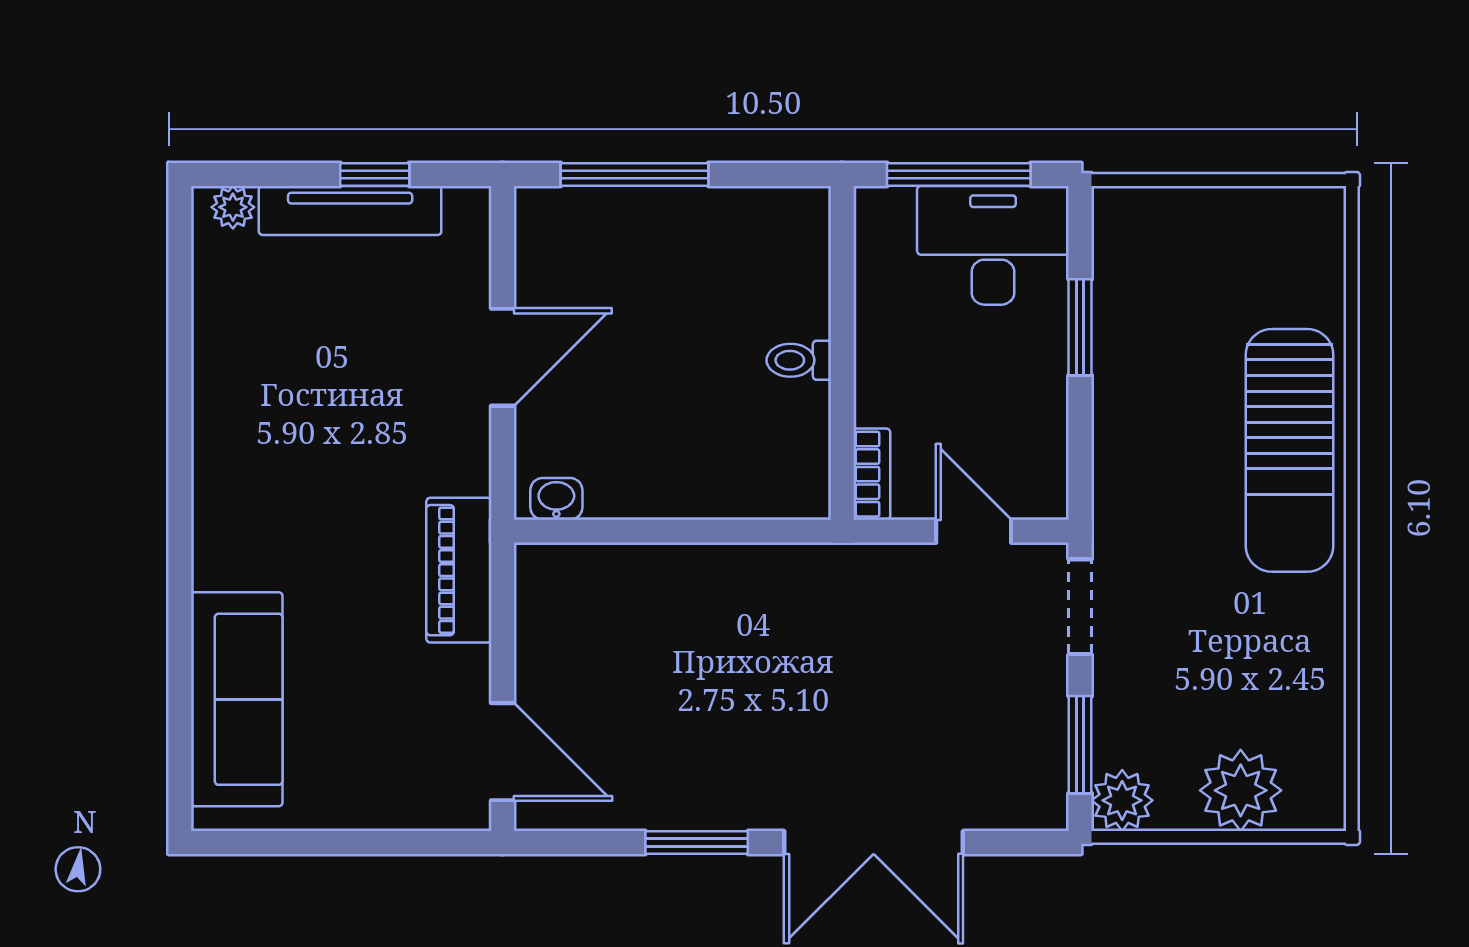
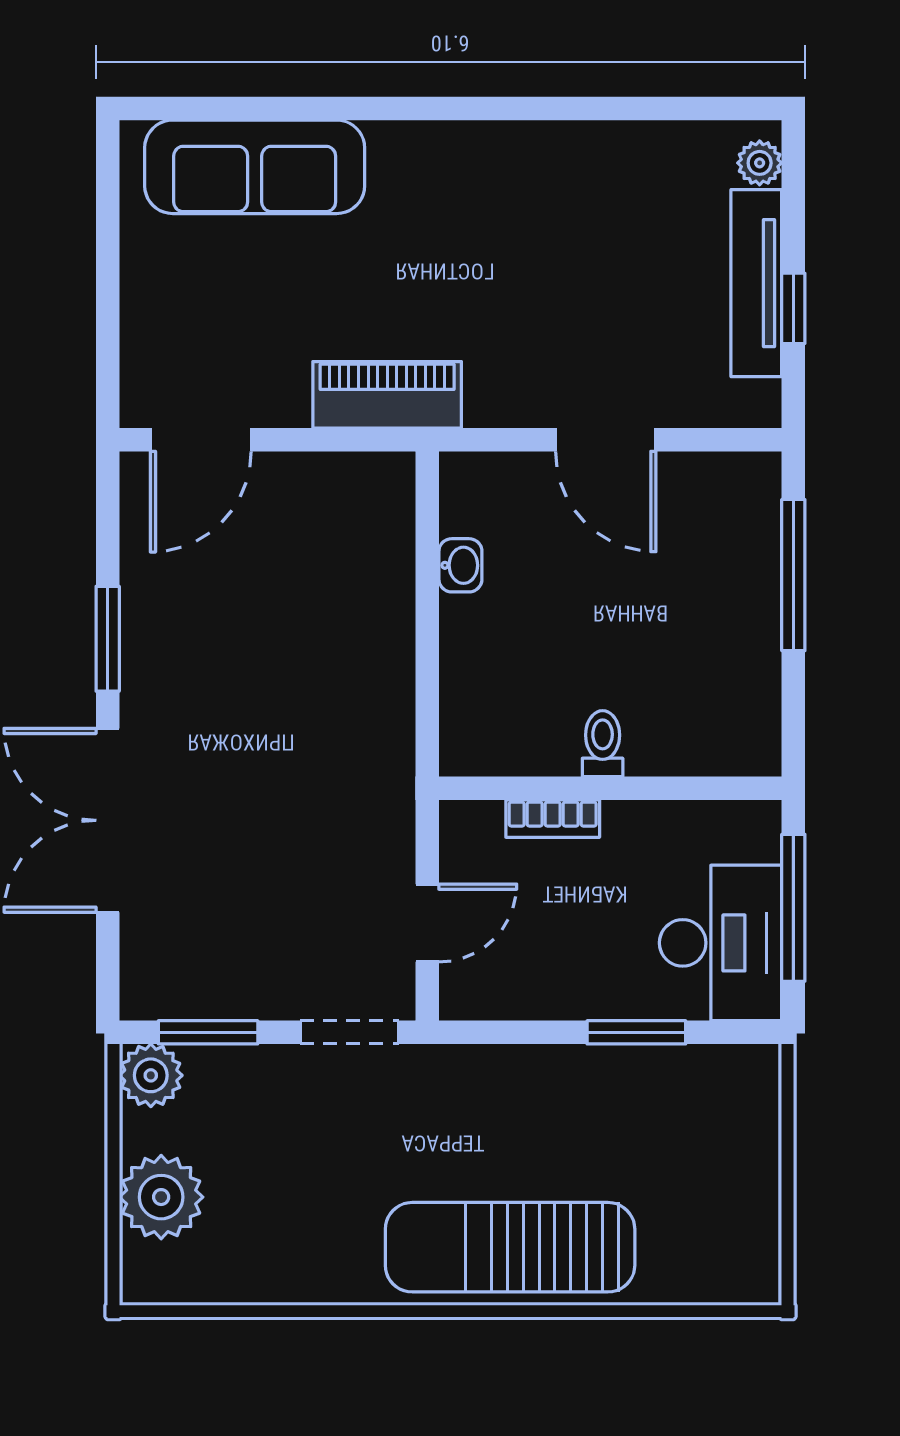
bookcase: (872, 474) -> (553, 819), moved
washbasin: (556, 499) -> (460, 565), moved

